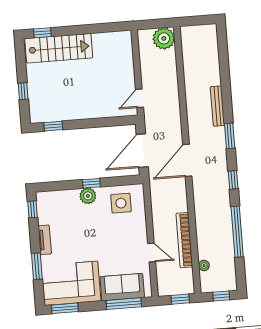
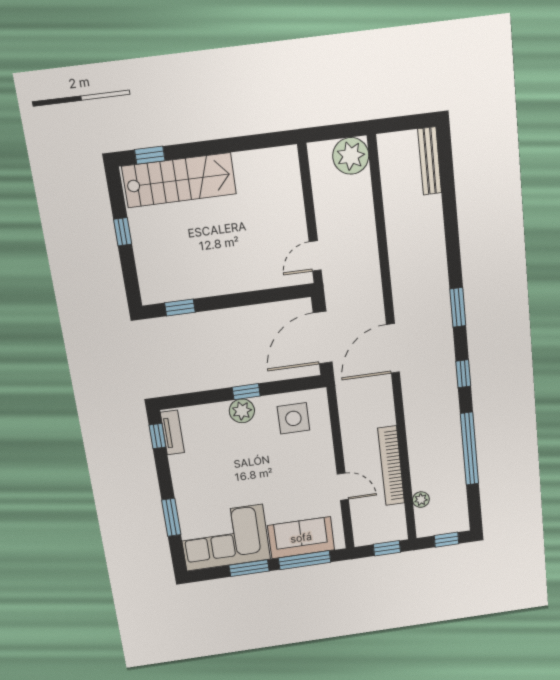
window: (23, 91) -> (123, 232), moved
bench: (217, 106) -> (430, 161), moved
tv unit: (45, 240) -> (172, 432), moved
window: (65, 308) -> (249, 568), moved

